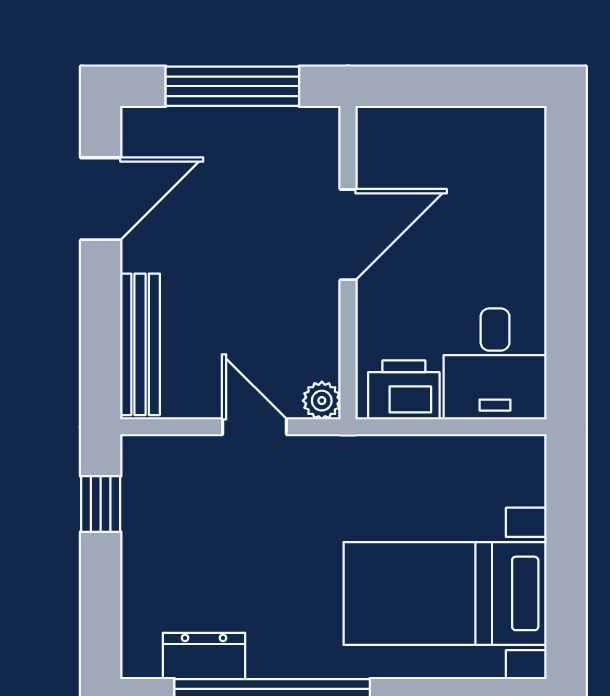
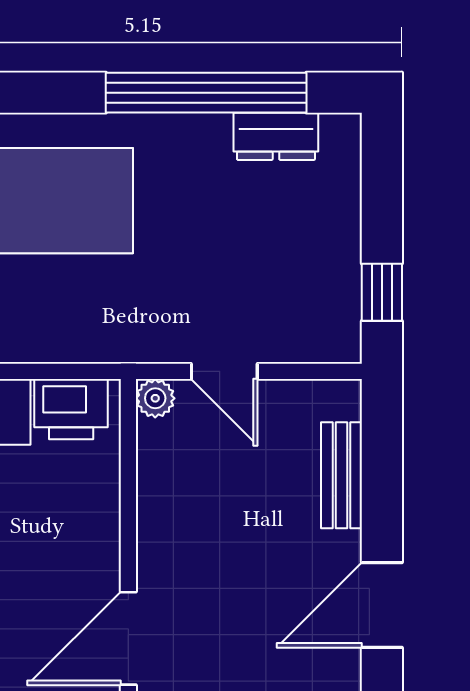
door: (348, 235) -> (128, 638), moved
bench: (140, 344) -> (341, 475), width x0.73

